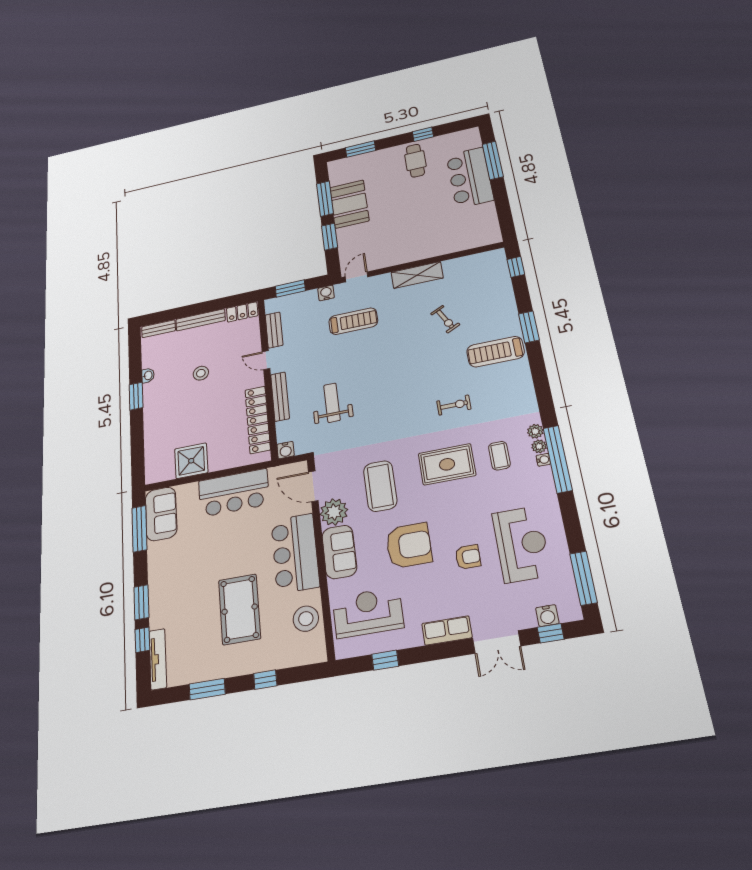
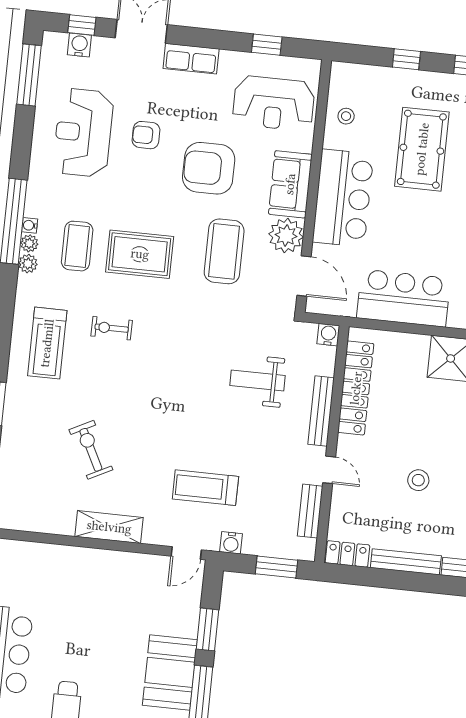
exercise bike: (445, 319) -> (91, 450), width x1.38, depth x1.39
treadmill: (495, 352) -> (47, 343), moved, turned 90
weight bench: (332, 403) -> (257, 380), turned 90
coffee table: (499, 456) -> (77, 246), width x1.36, depth x1.30
stool: (306, 619) -> (346, 116), width x0.53, depth x0.53

